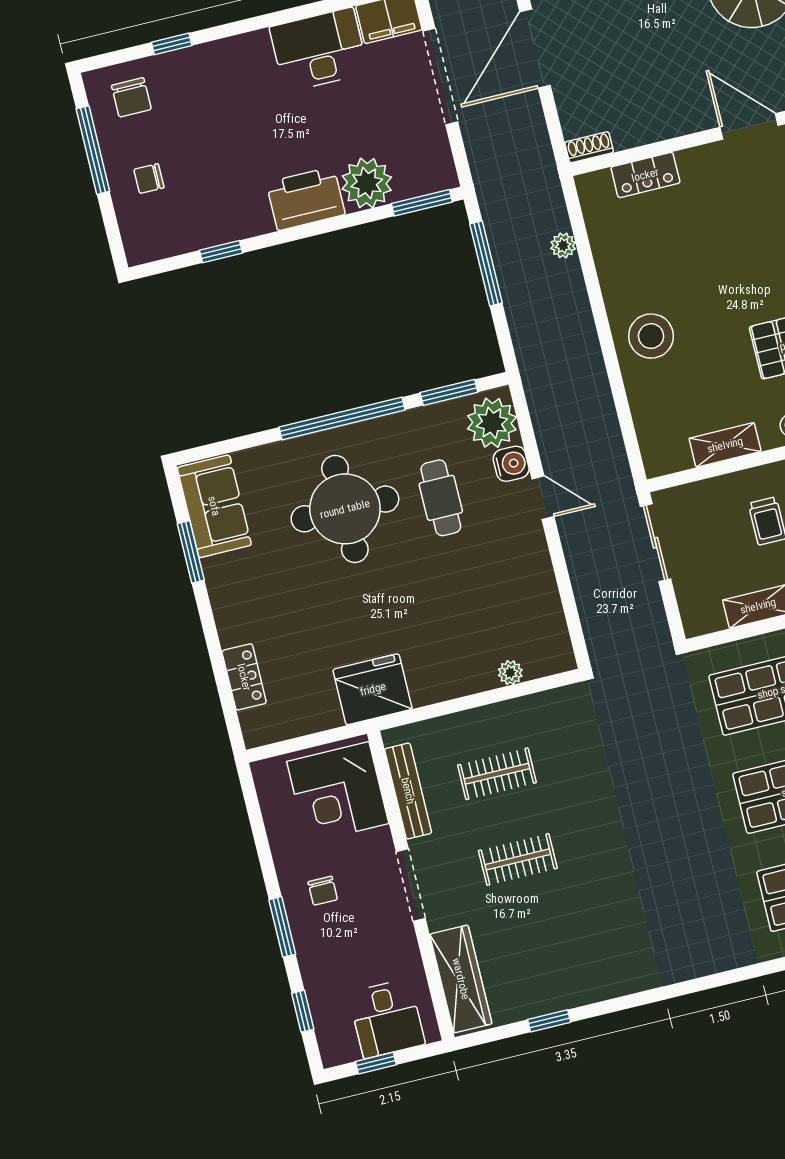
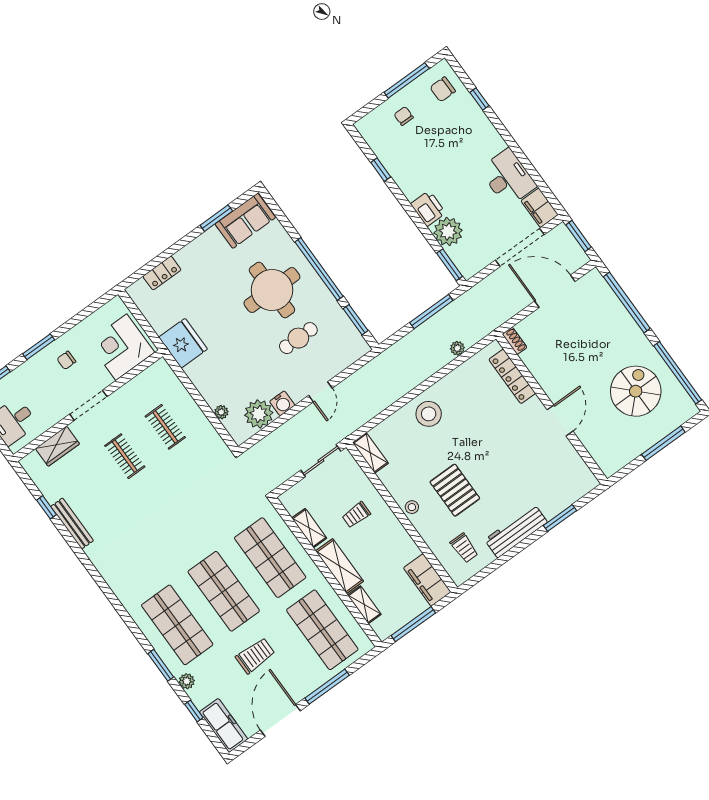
locker: (645, 175) -> (512, 376), width x1.53
printer: (306, 199) -> (428, 208), width x0.73, depth x0.84
plant: (492, 423) -> (259, 414), moved
shelving: (725, 445) -> (370, 453), moved
water cooler: (511, 464) -> (282, 403), moved
bench: (408, 791) -> (72, 524), moved, turned 90
wardrobe: (461, 979) -> (57, 446), width x0.67

